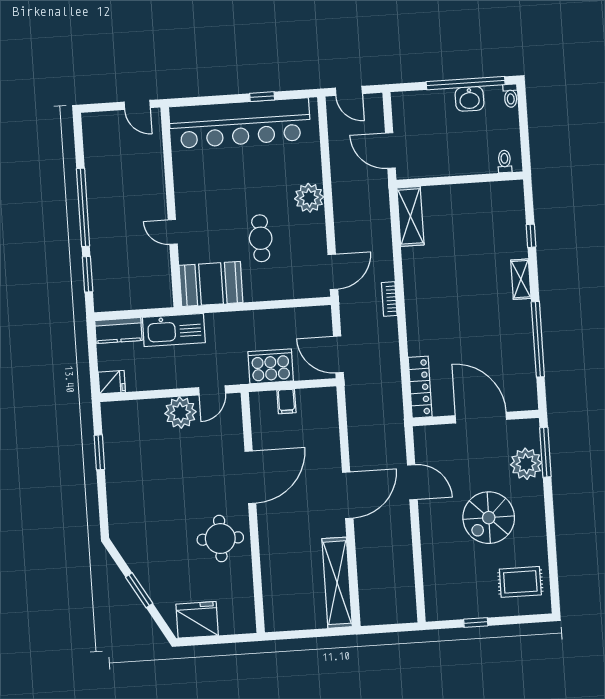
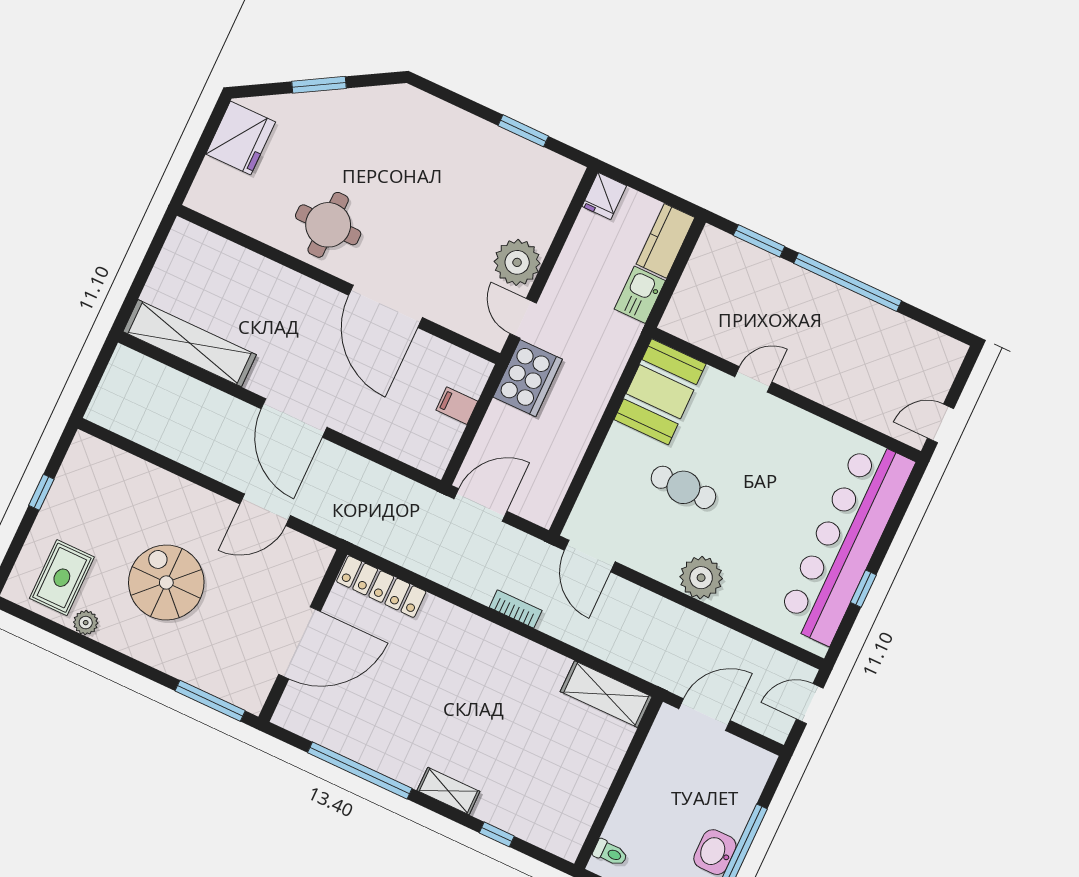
kitchen sink: (174, 330) -> (640, 295), width x0.53, depth x0.81
cooker: (271, 366) -> (528, 378), moved
plant: (526, 464) -> (86, 623), moved, width x0.53, depth x0.53

